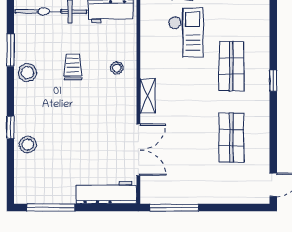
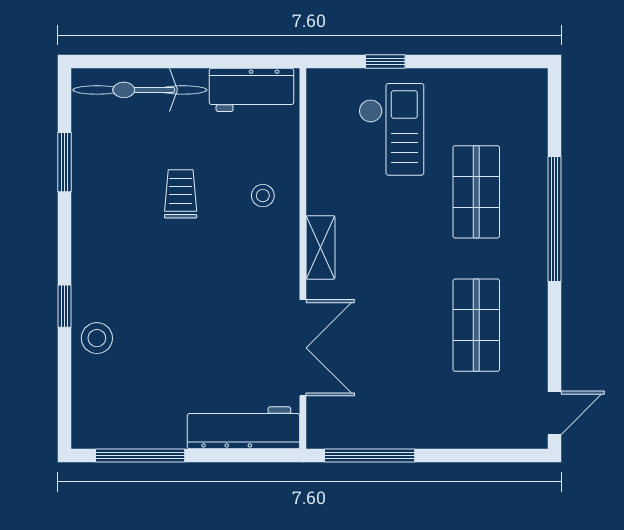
stool: (27, 73) -> (96, 204), removed
window: (273, 81) -> (554, 219), width x3.17

